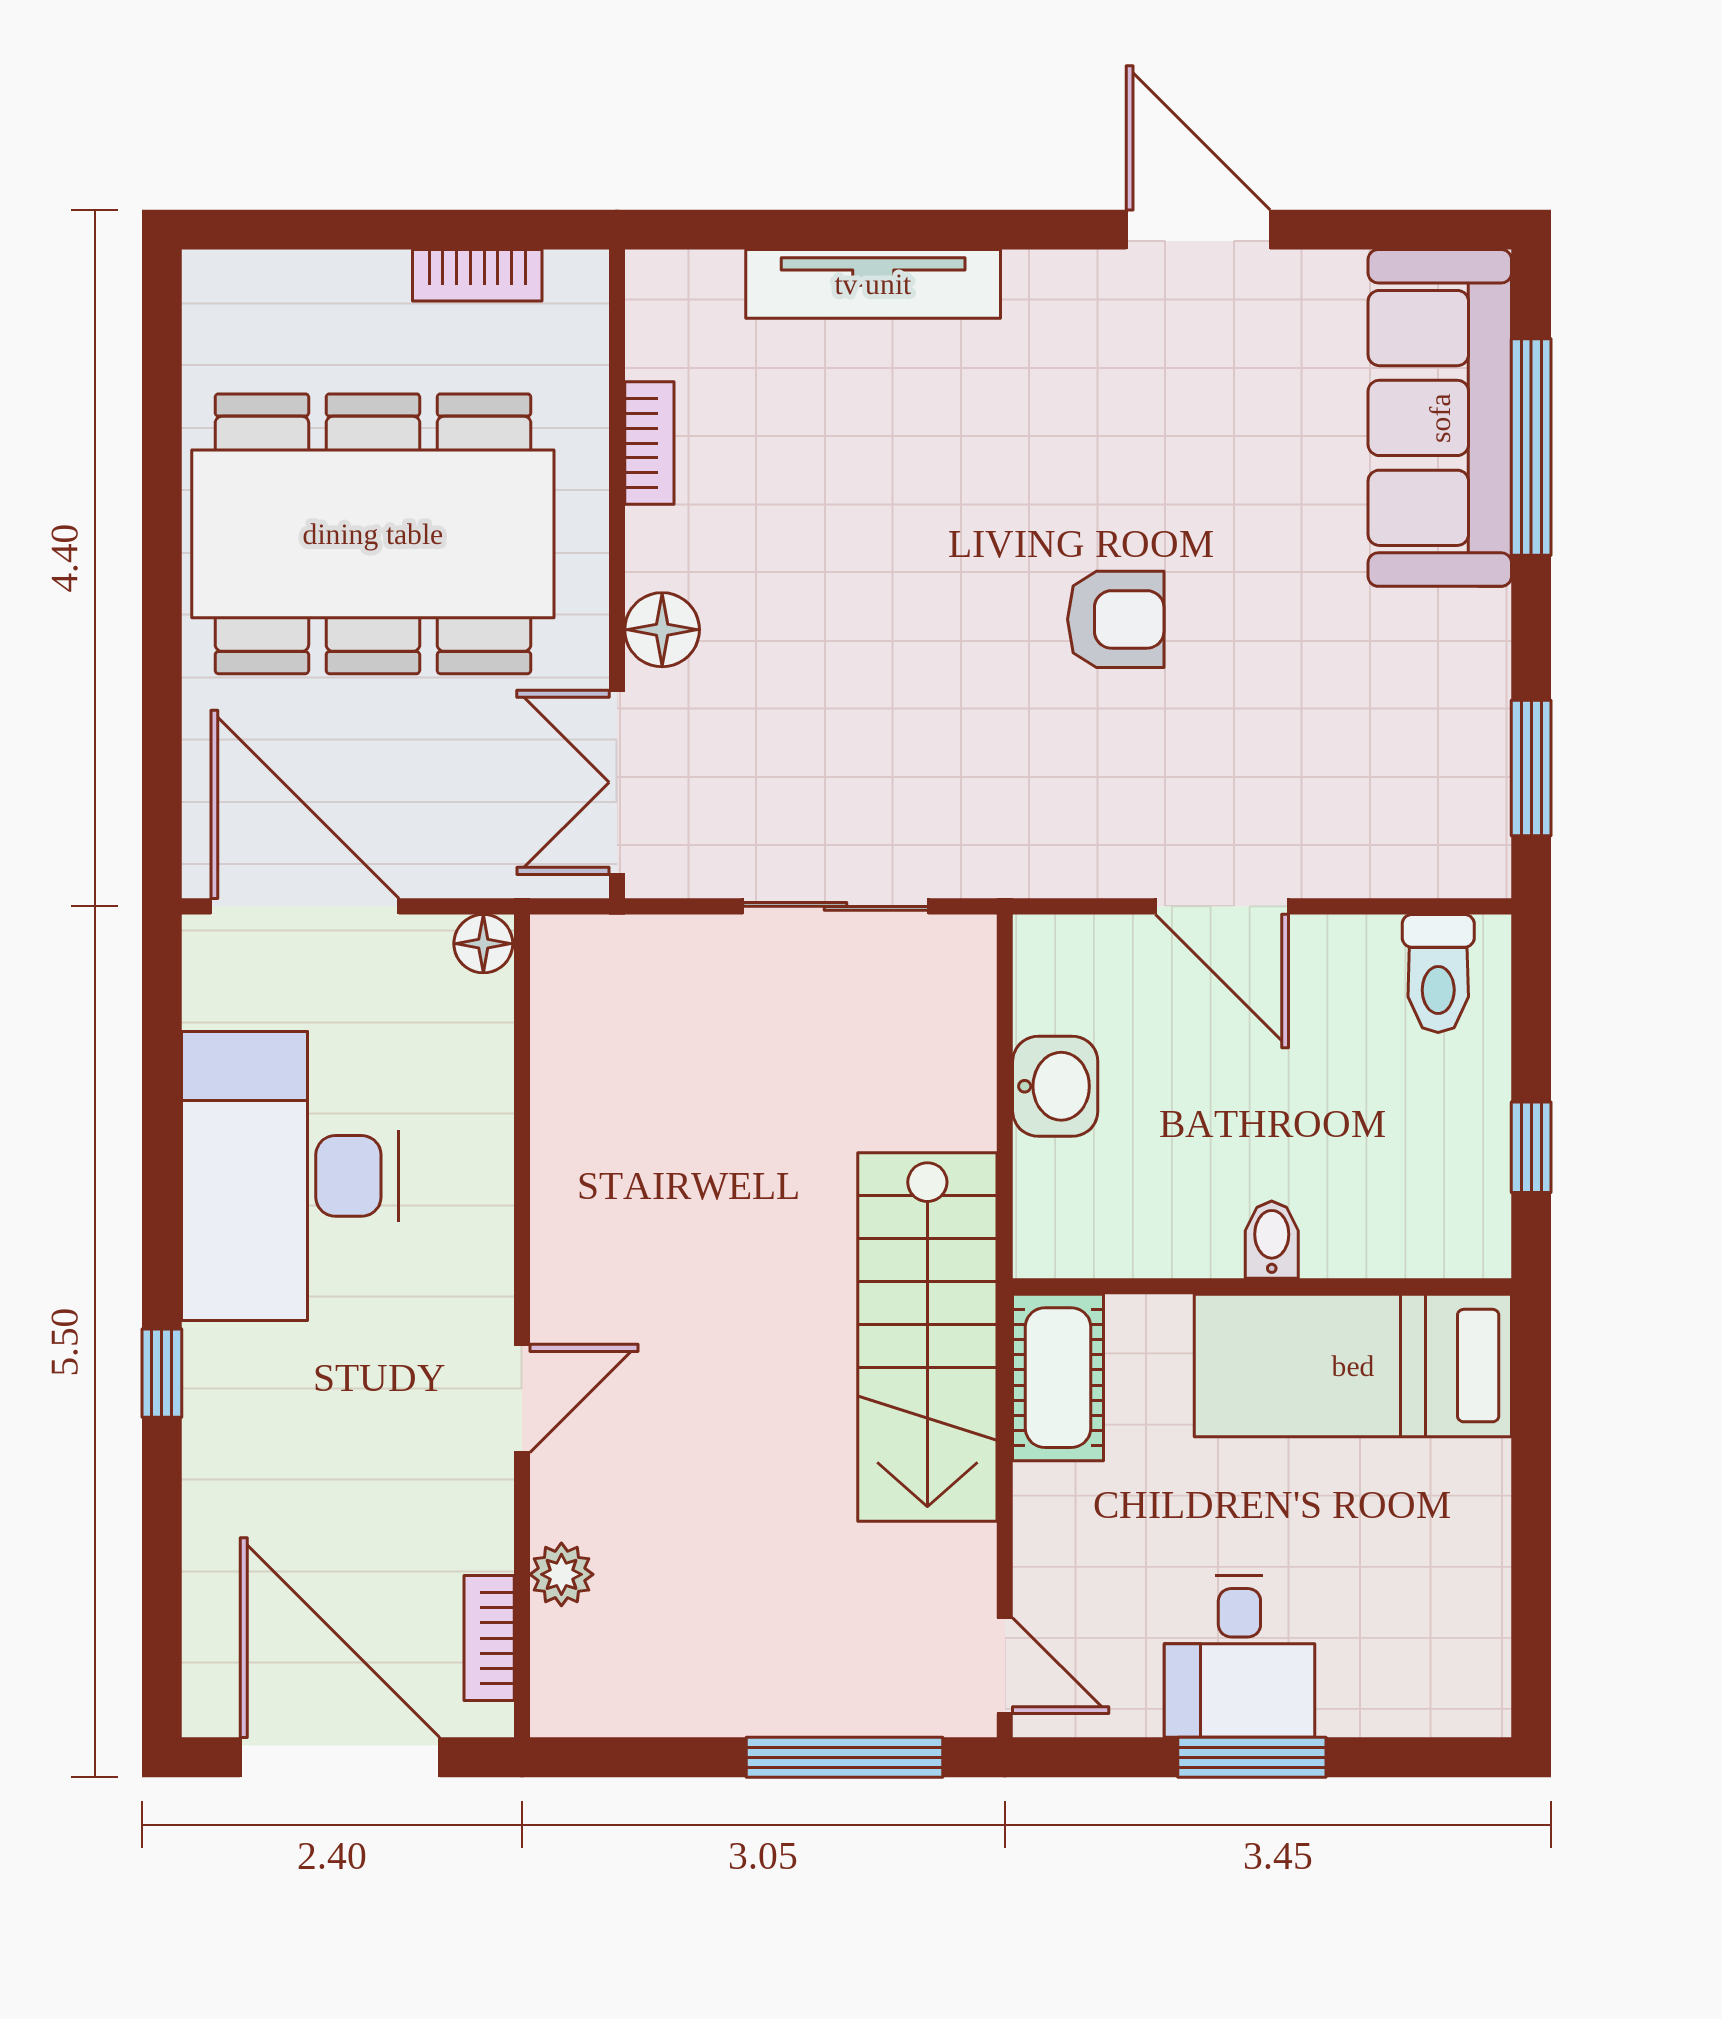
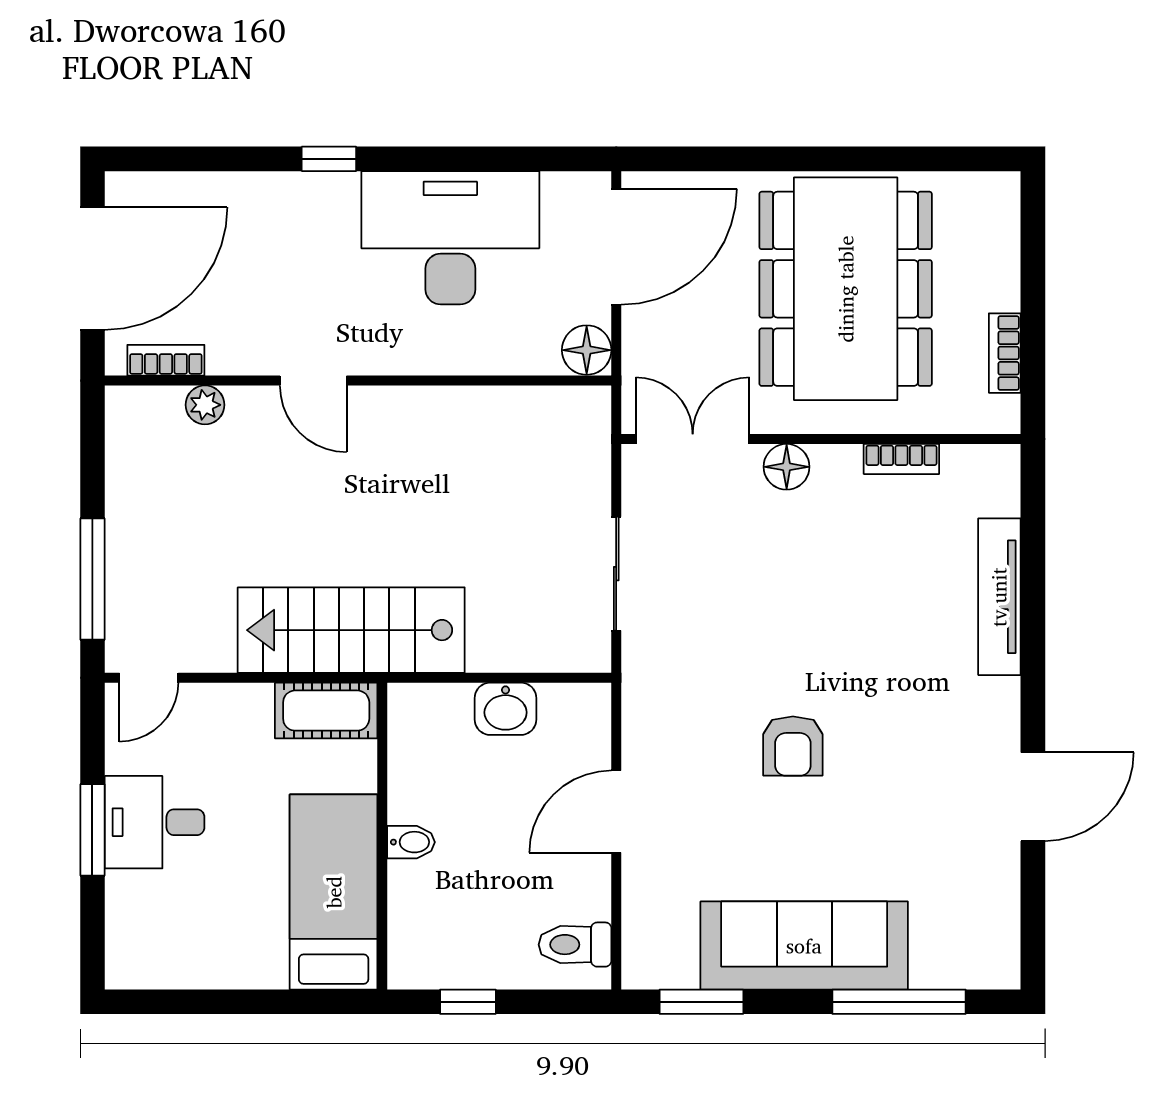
sofa: (1440, 418) -> (804, 946), moved
floor lamp: (483, 944) -> (587, 350), width x1.37, depth x1.37

